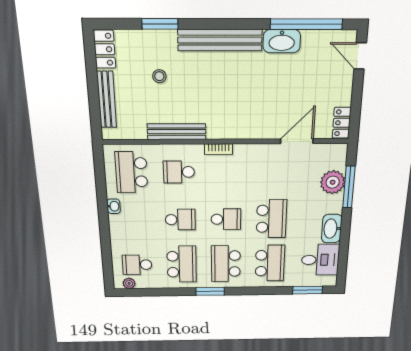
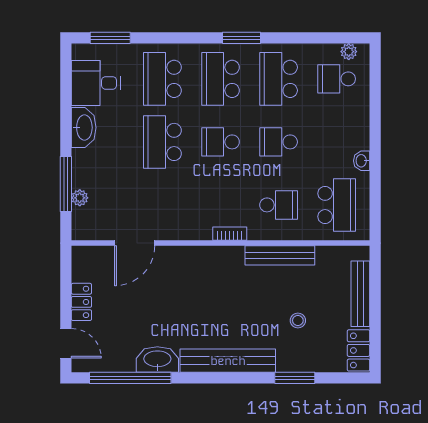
locker: (342, 123) -> (81, 302), moved
plant: (333, 182) -> (80, 198), width x0.53, depth x0.53
school desk: (226, 264) -> (221, 79), turned 180
school desk: (137, 265) -> (337, 79), turned 180

